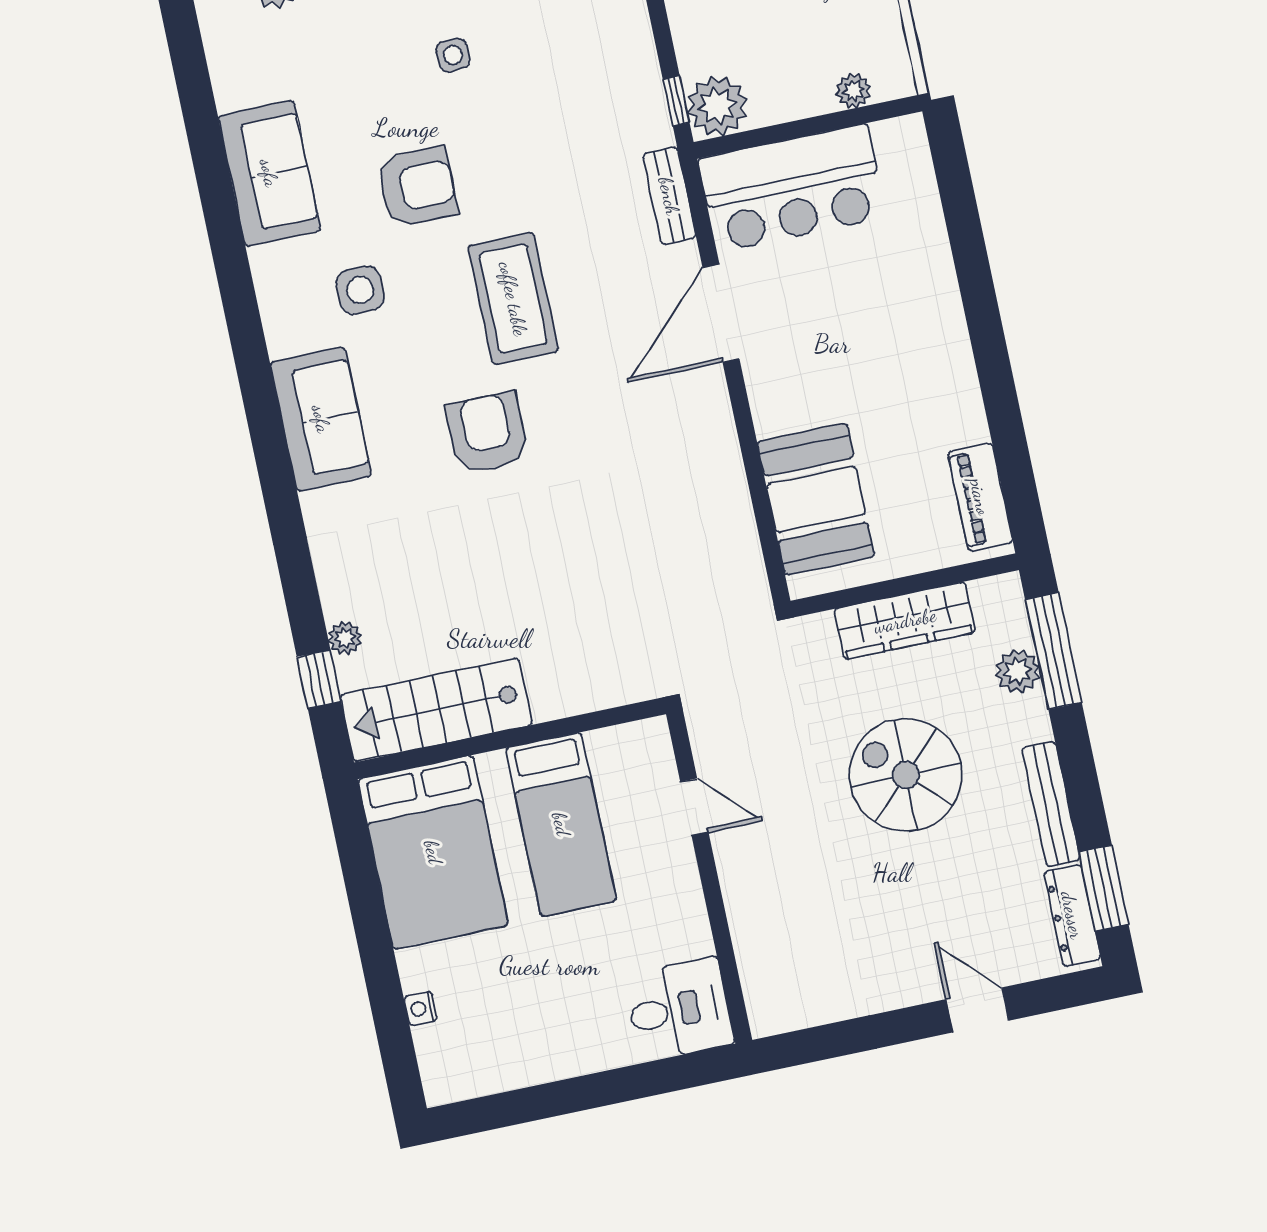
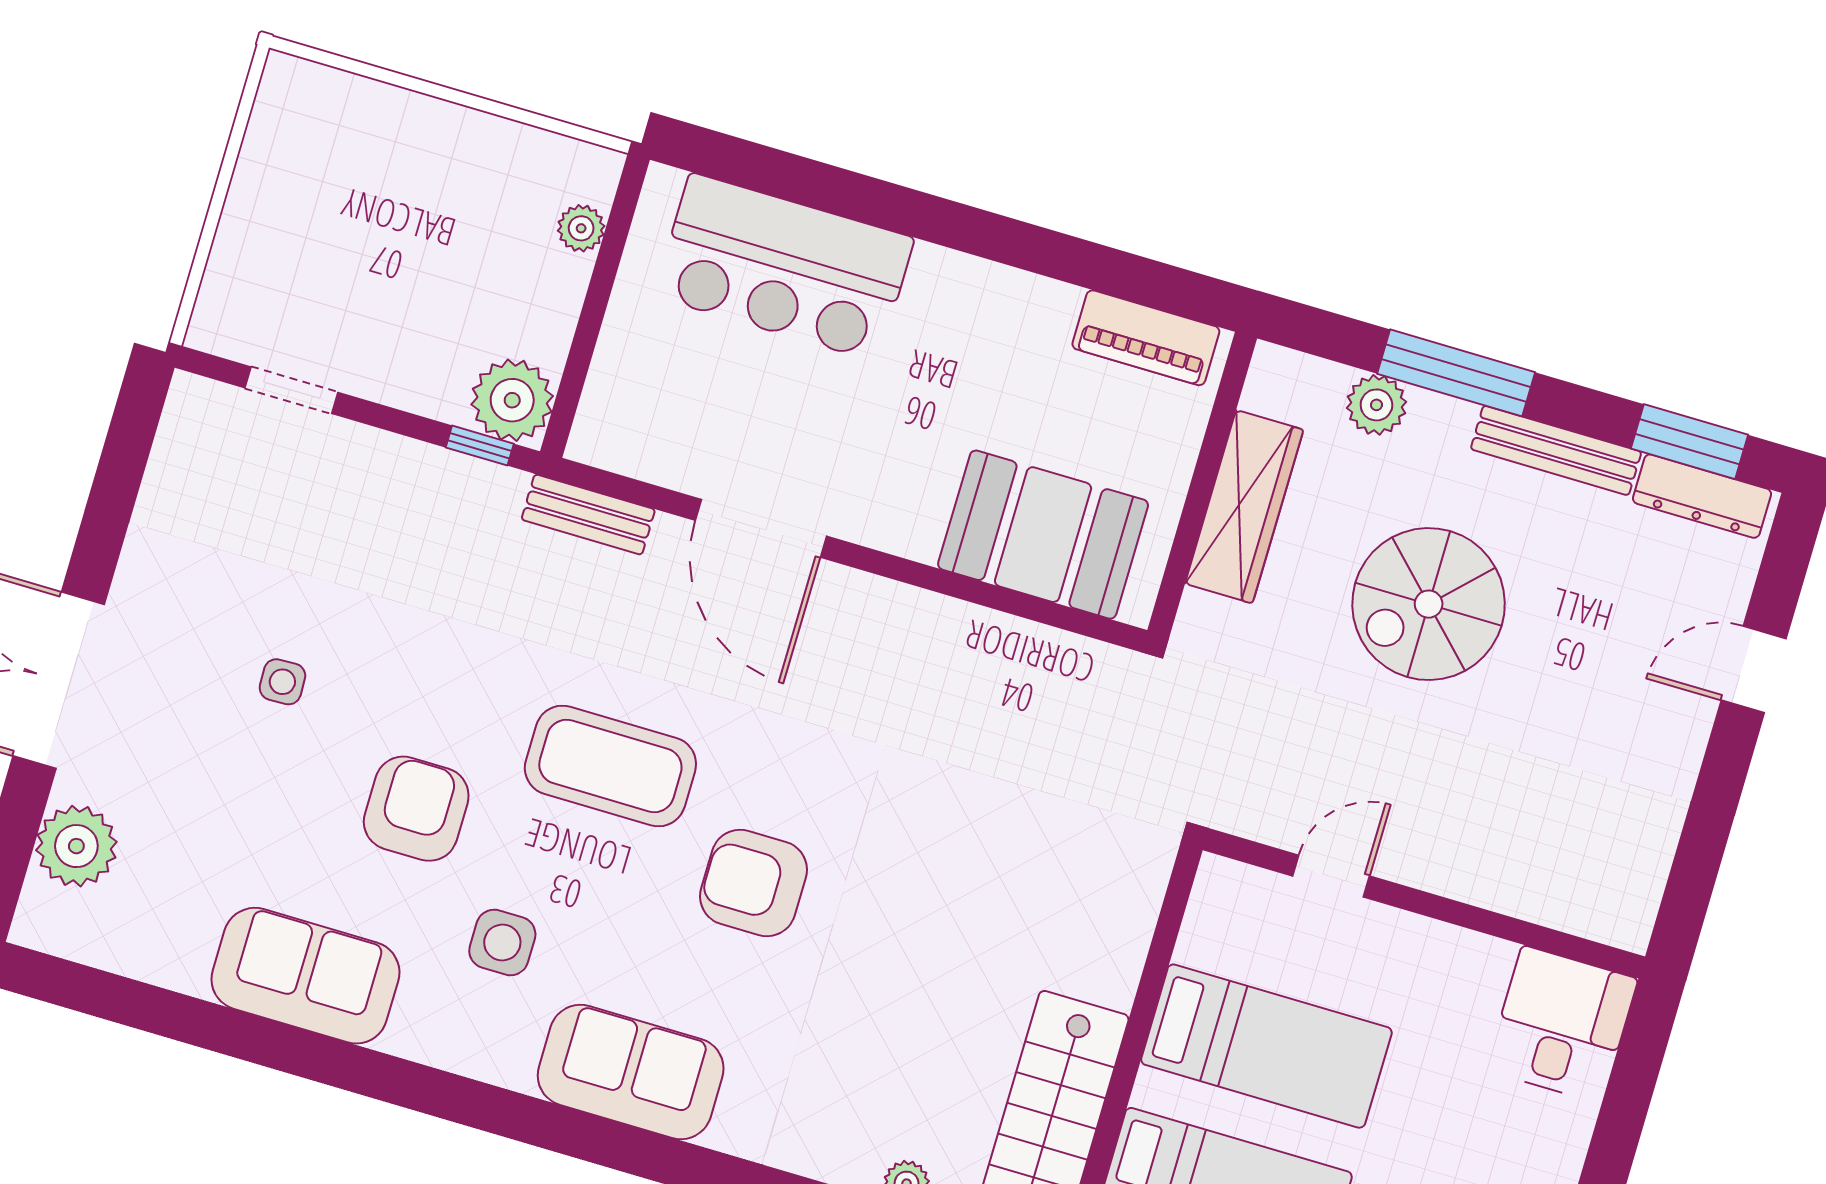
bar counter: (792, 188) -> (784, 267), moved, turned 90
window: (1053, 651) -> (1456, 373), moved

